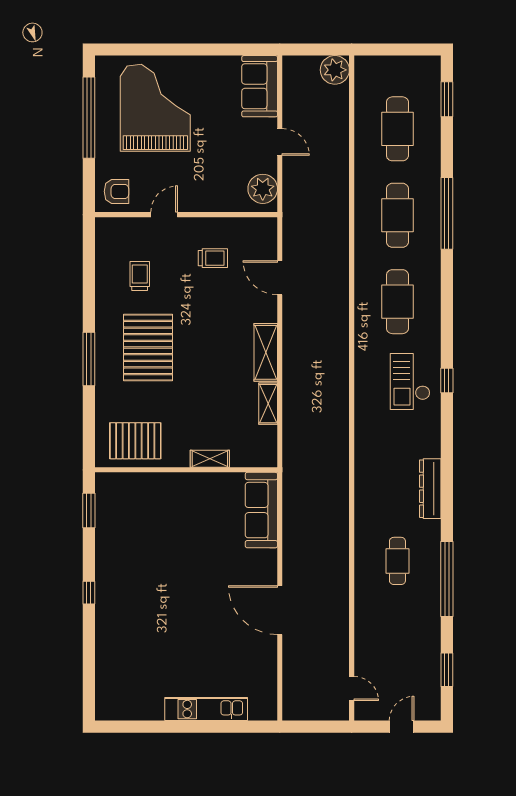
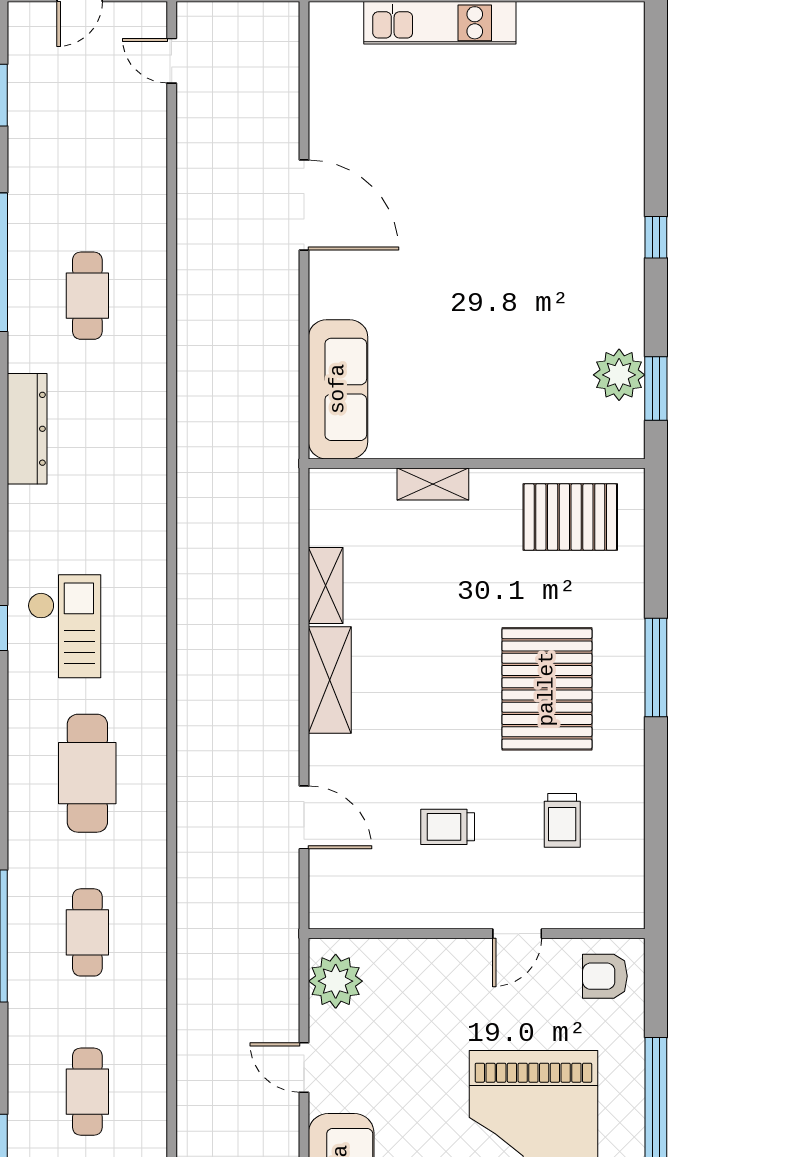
cafe table: (397, 129) -> (87, 1092), width x0.73, depth x0.74
cafe table: (397, 215) -> (87, 932), width x0.73, depth x0.74
trolley: (213, 258) -> (448, 827), moved
plant: (109, 518) -> (619, 375), added

